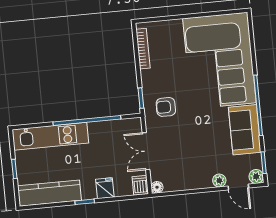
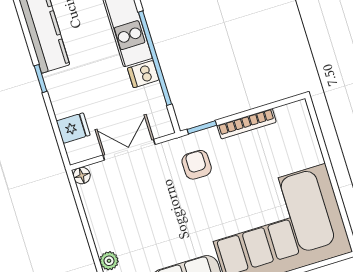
bookcase: (143, 49) -> (247, 124), moved
dishwasher: (140, 185) -> (143, 74), moved, turned 180
fridge: (105, 188) -> (73, 128), moved

